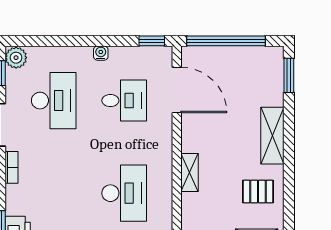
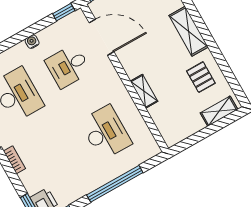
desk: (124, 101) -> (68, 66), turned 180
pallet: (258, 191) -> (201, 77), turned 90

